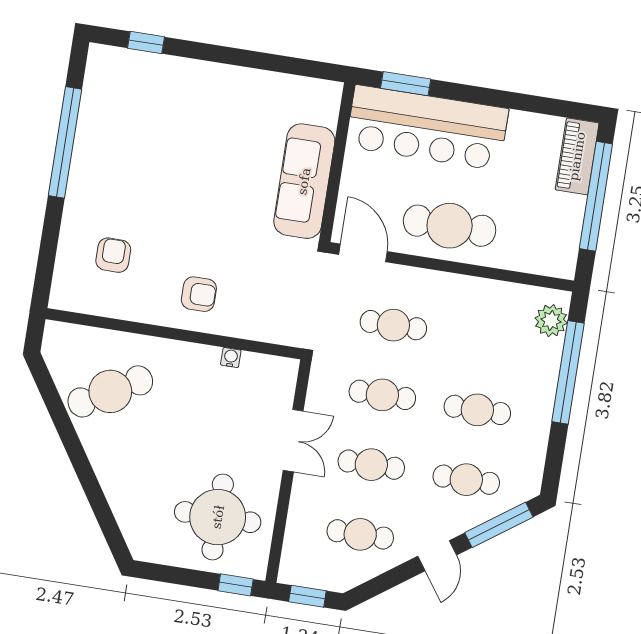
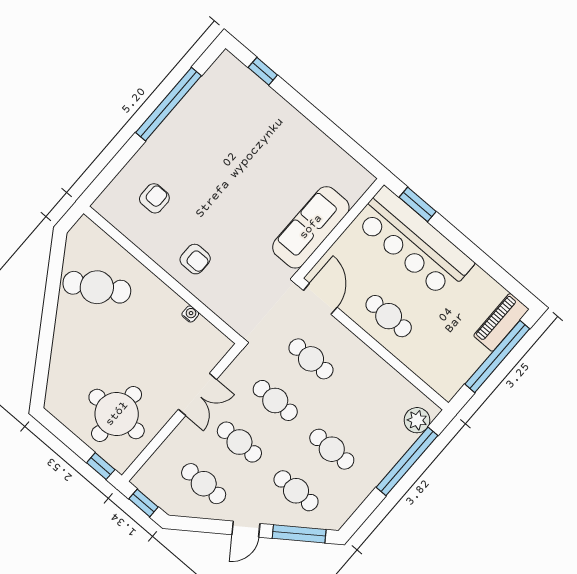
cafe table: (450, 226) -> (389, 316), width x0.73, depth x0.74

